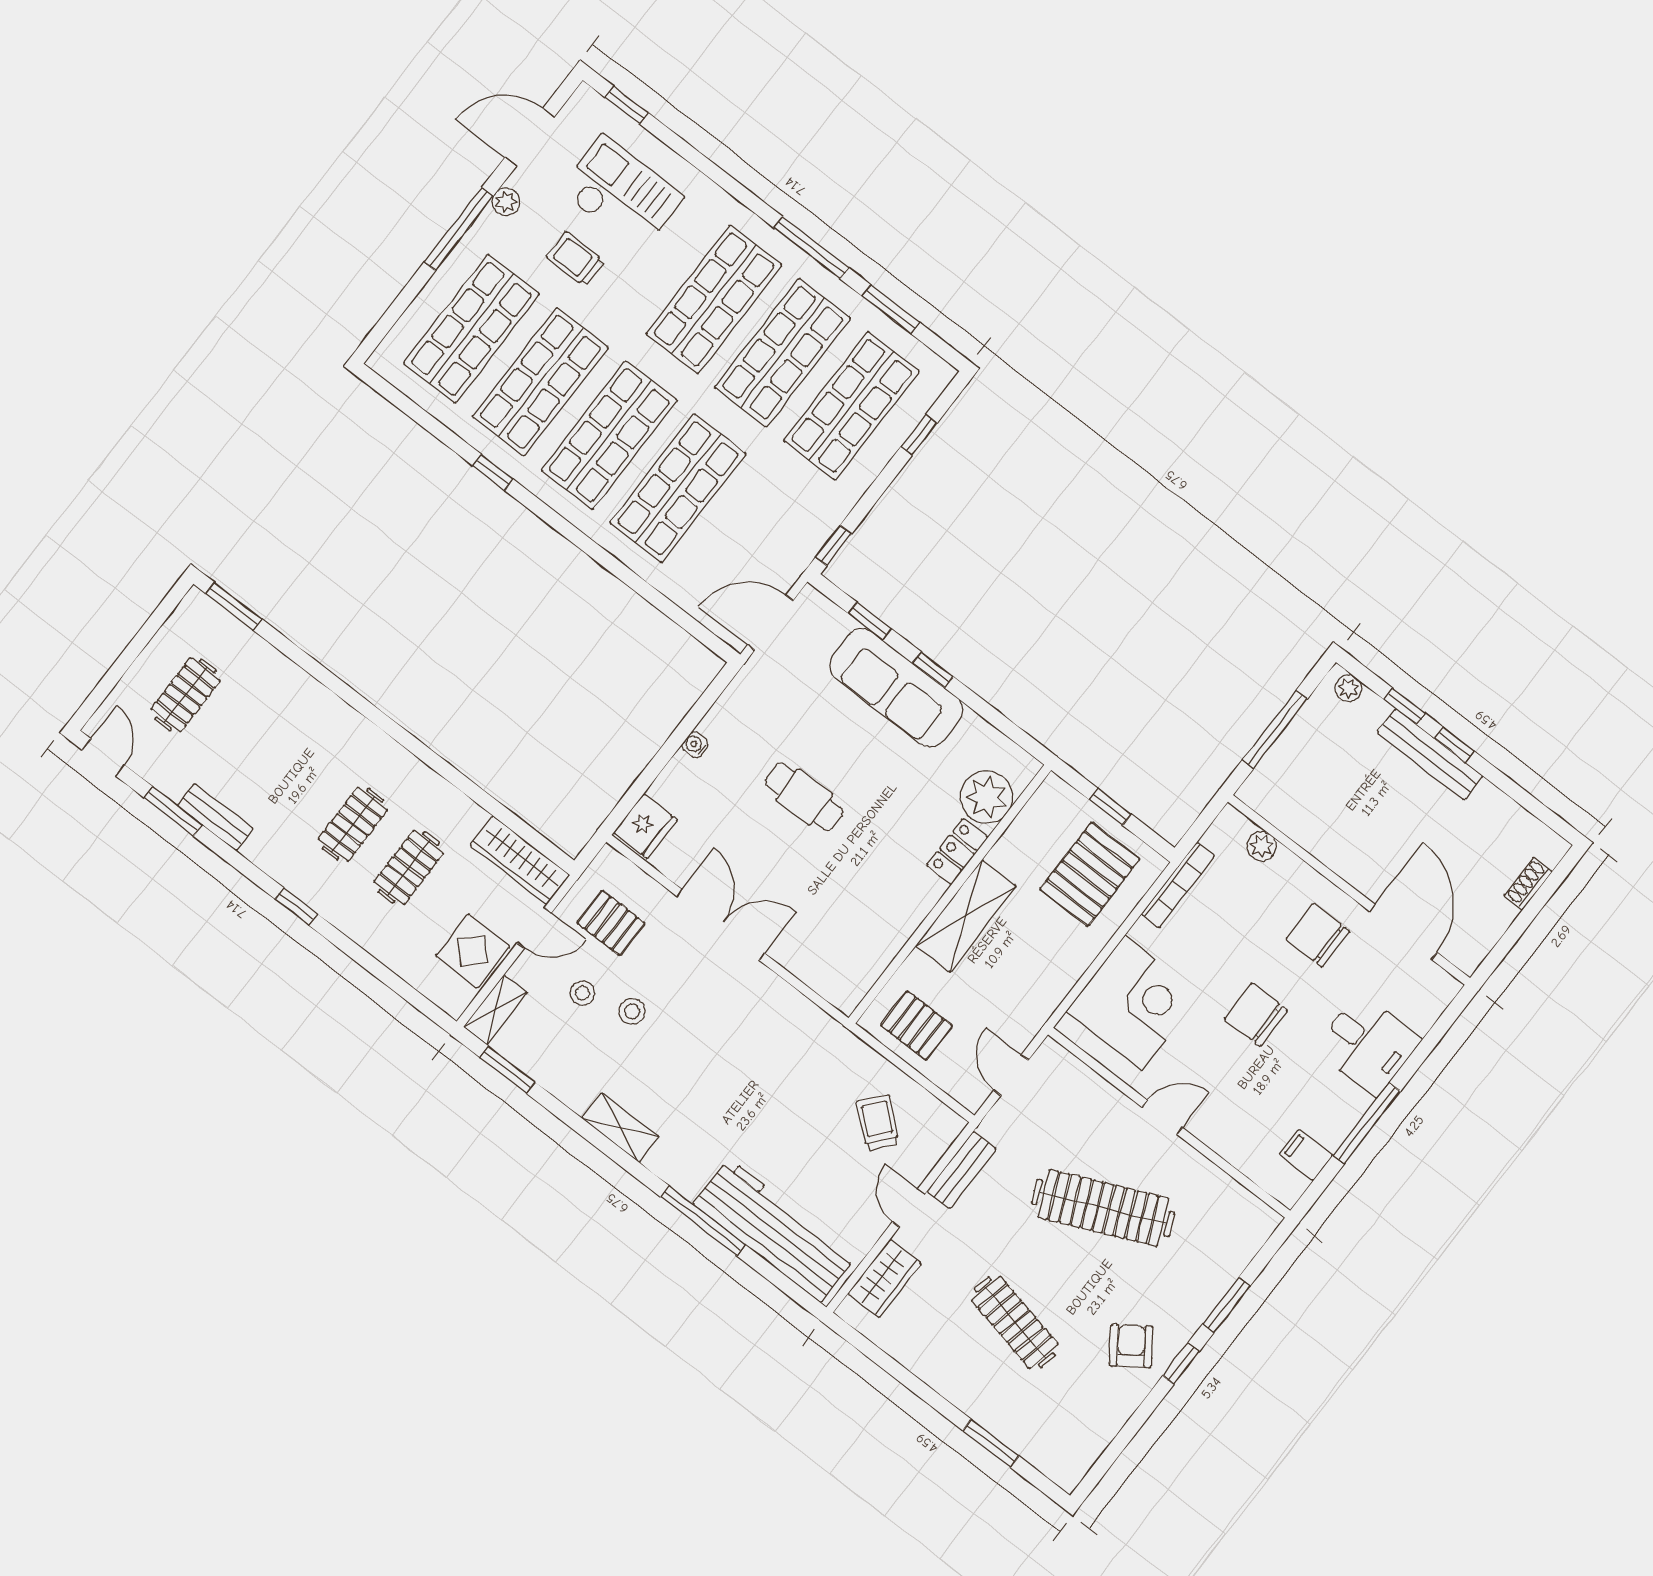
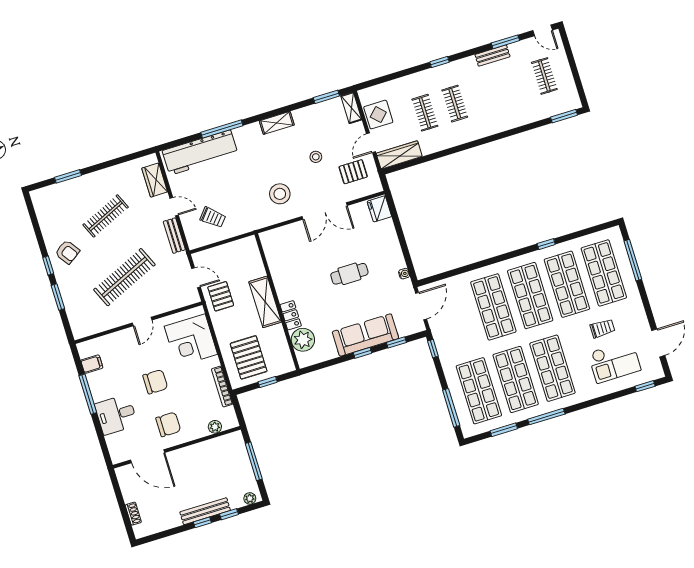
plant: (506, 202) -> (641, 318), removed
window: (459, 229) -> (633, 260), moved
window: (919, 435) -> (451, 408), width x2.17
water cooler: (695, 745) -> (404, 274), moved
stool: (583, 993) -> (280, 194), moved, width x1.89, depth x1.89
pallet: (917, 1025) -> (221, 296), moved, turned 90
clothes rail: (1015, 1322) -> (106, 216), turned -36

